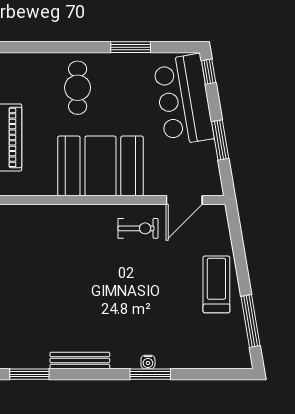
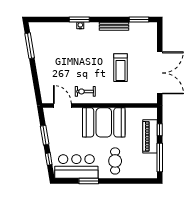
window: (209, 72) -> (49, 159), moved
bar counter: (184, 100) -> (76, 167), moved, turned -80
door: (184, 200) -> (62, 105), hinge flipped
treadmill: (216, 284) -> (120, 68), moved

